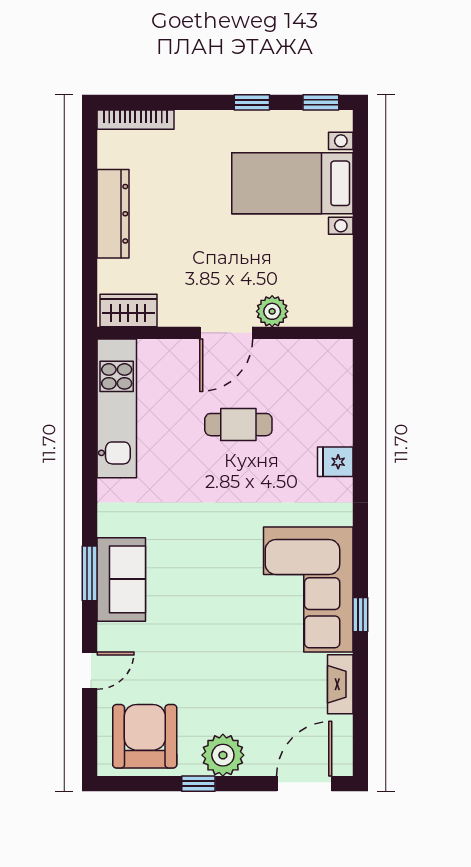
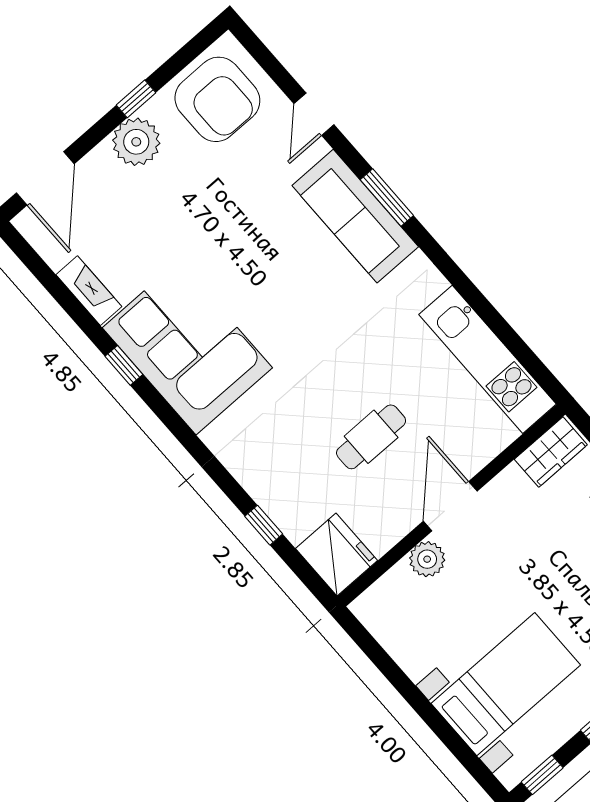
window: (360, 428) -> (264, 525), added
fridge: (335, 462) -> (336, 555), moved, width x1.88, depth x1.34
sofa: (121, 579) -> (355, 216), width x1.36

